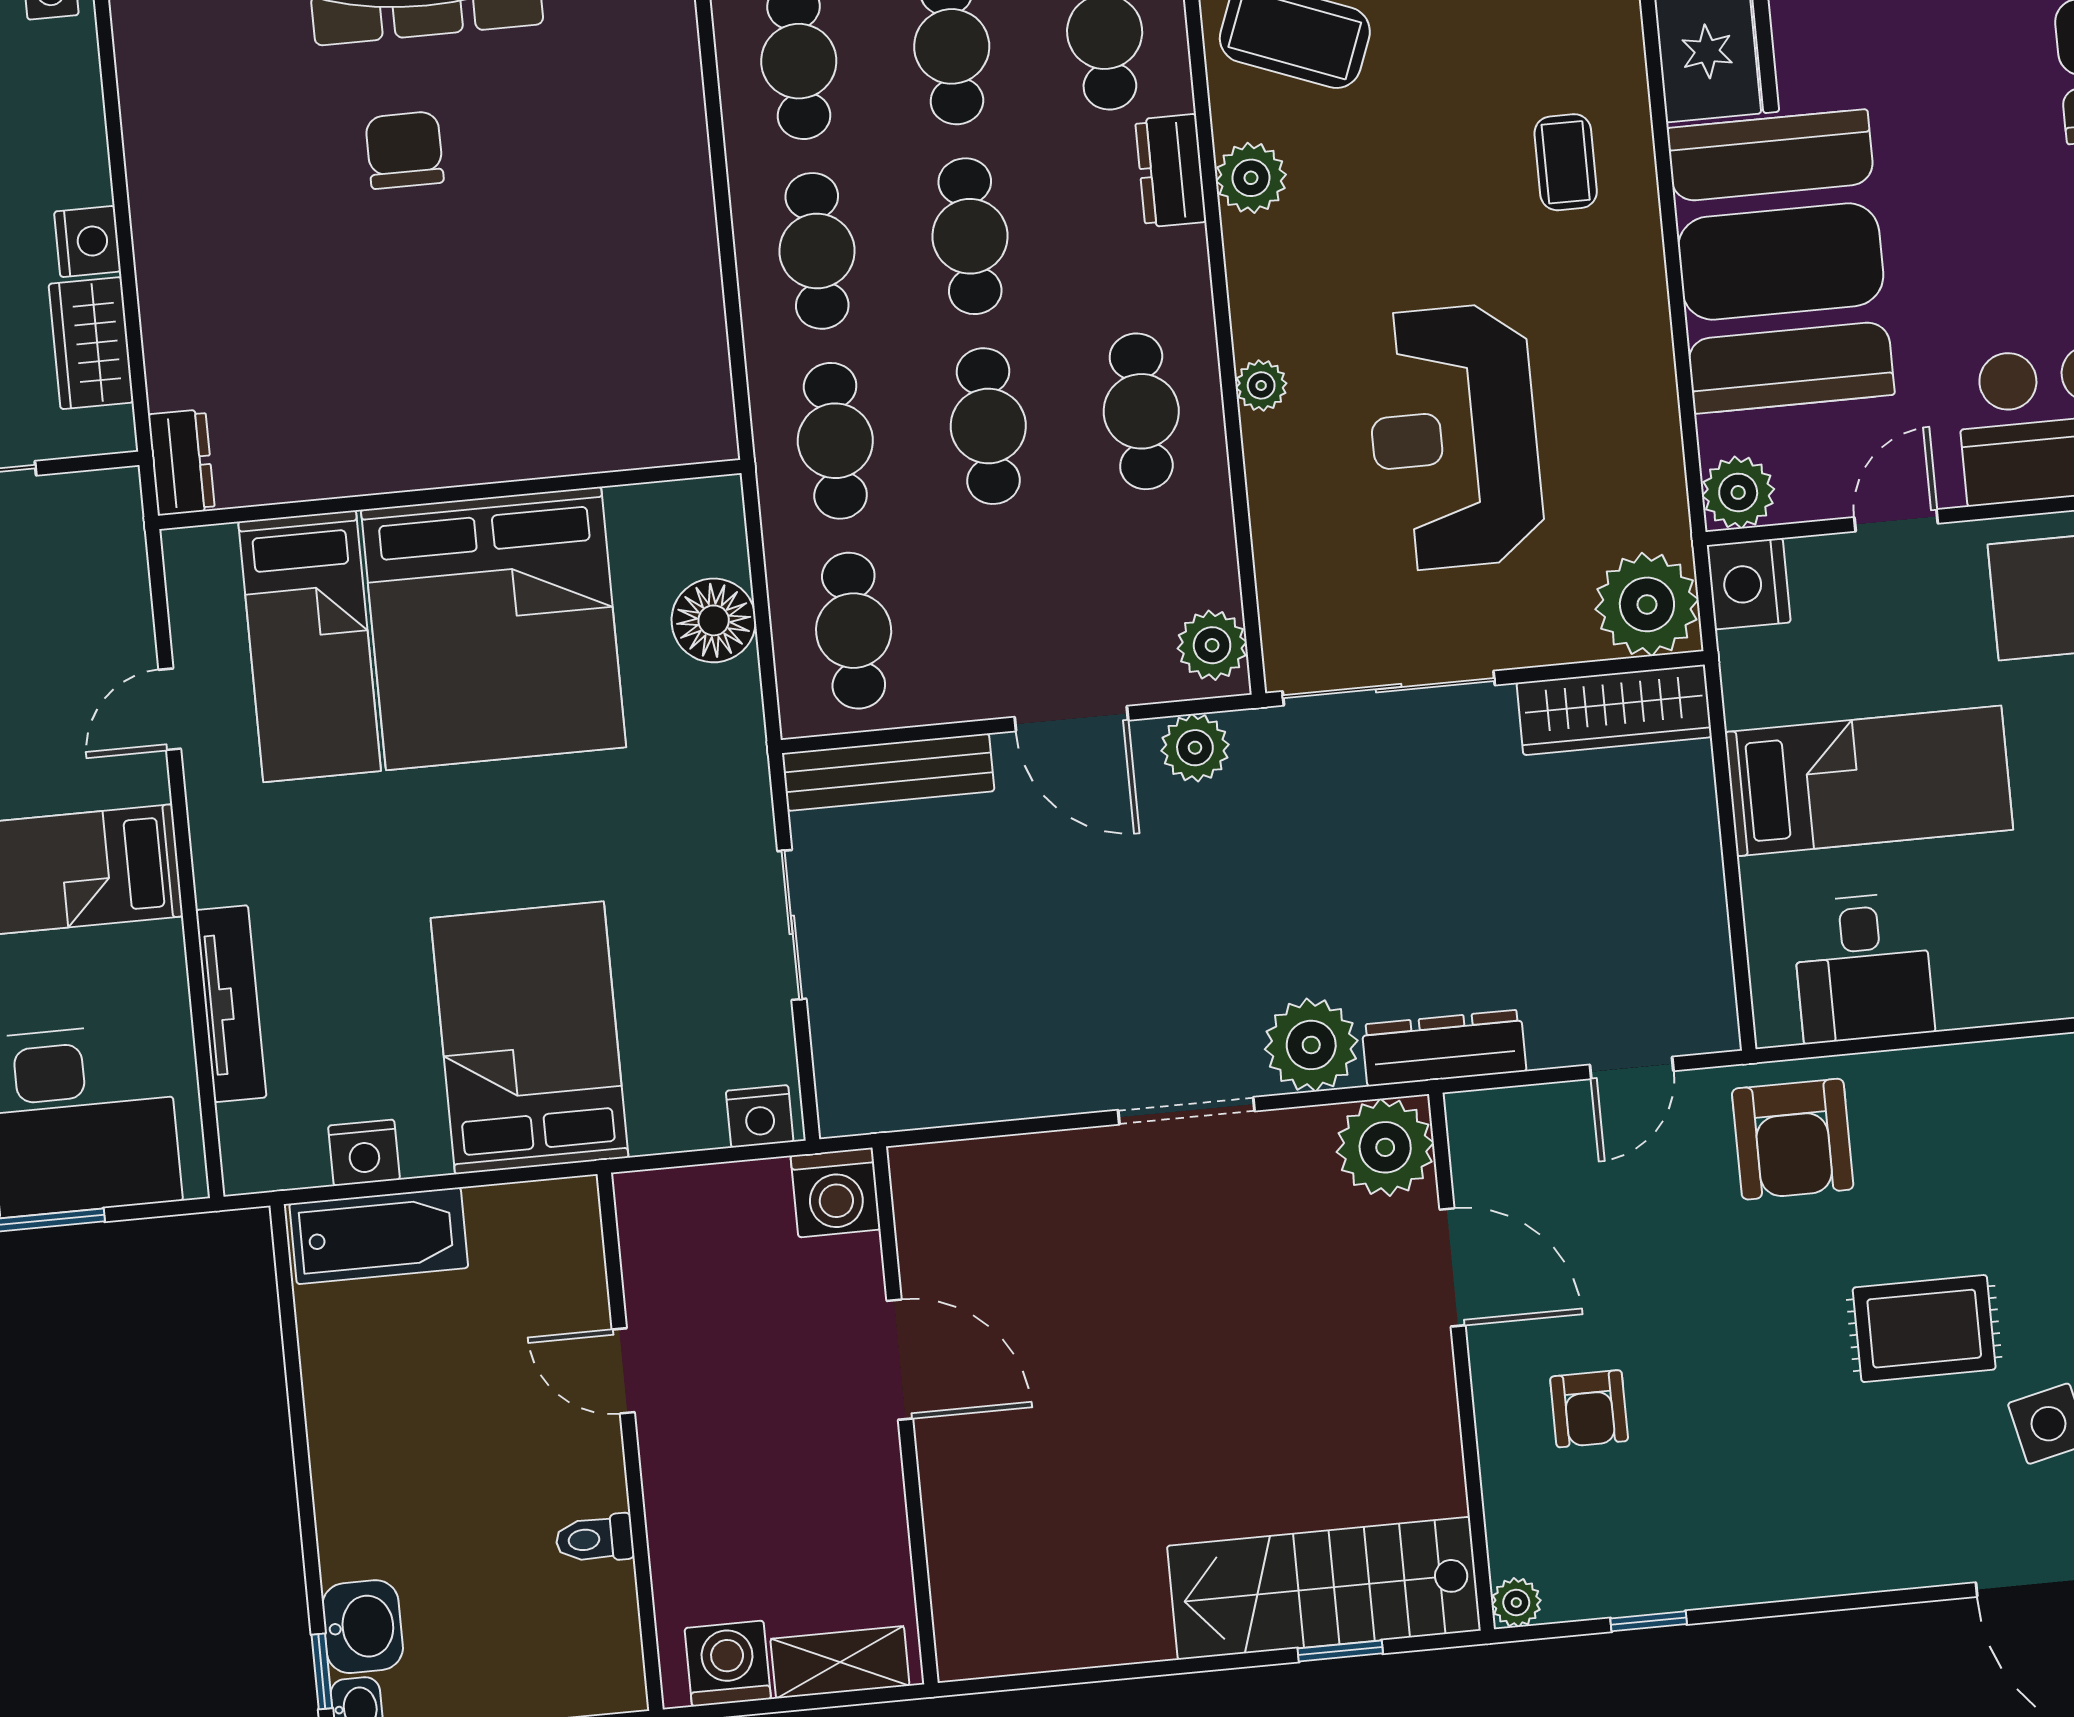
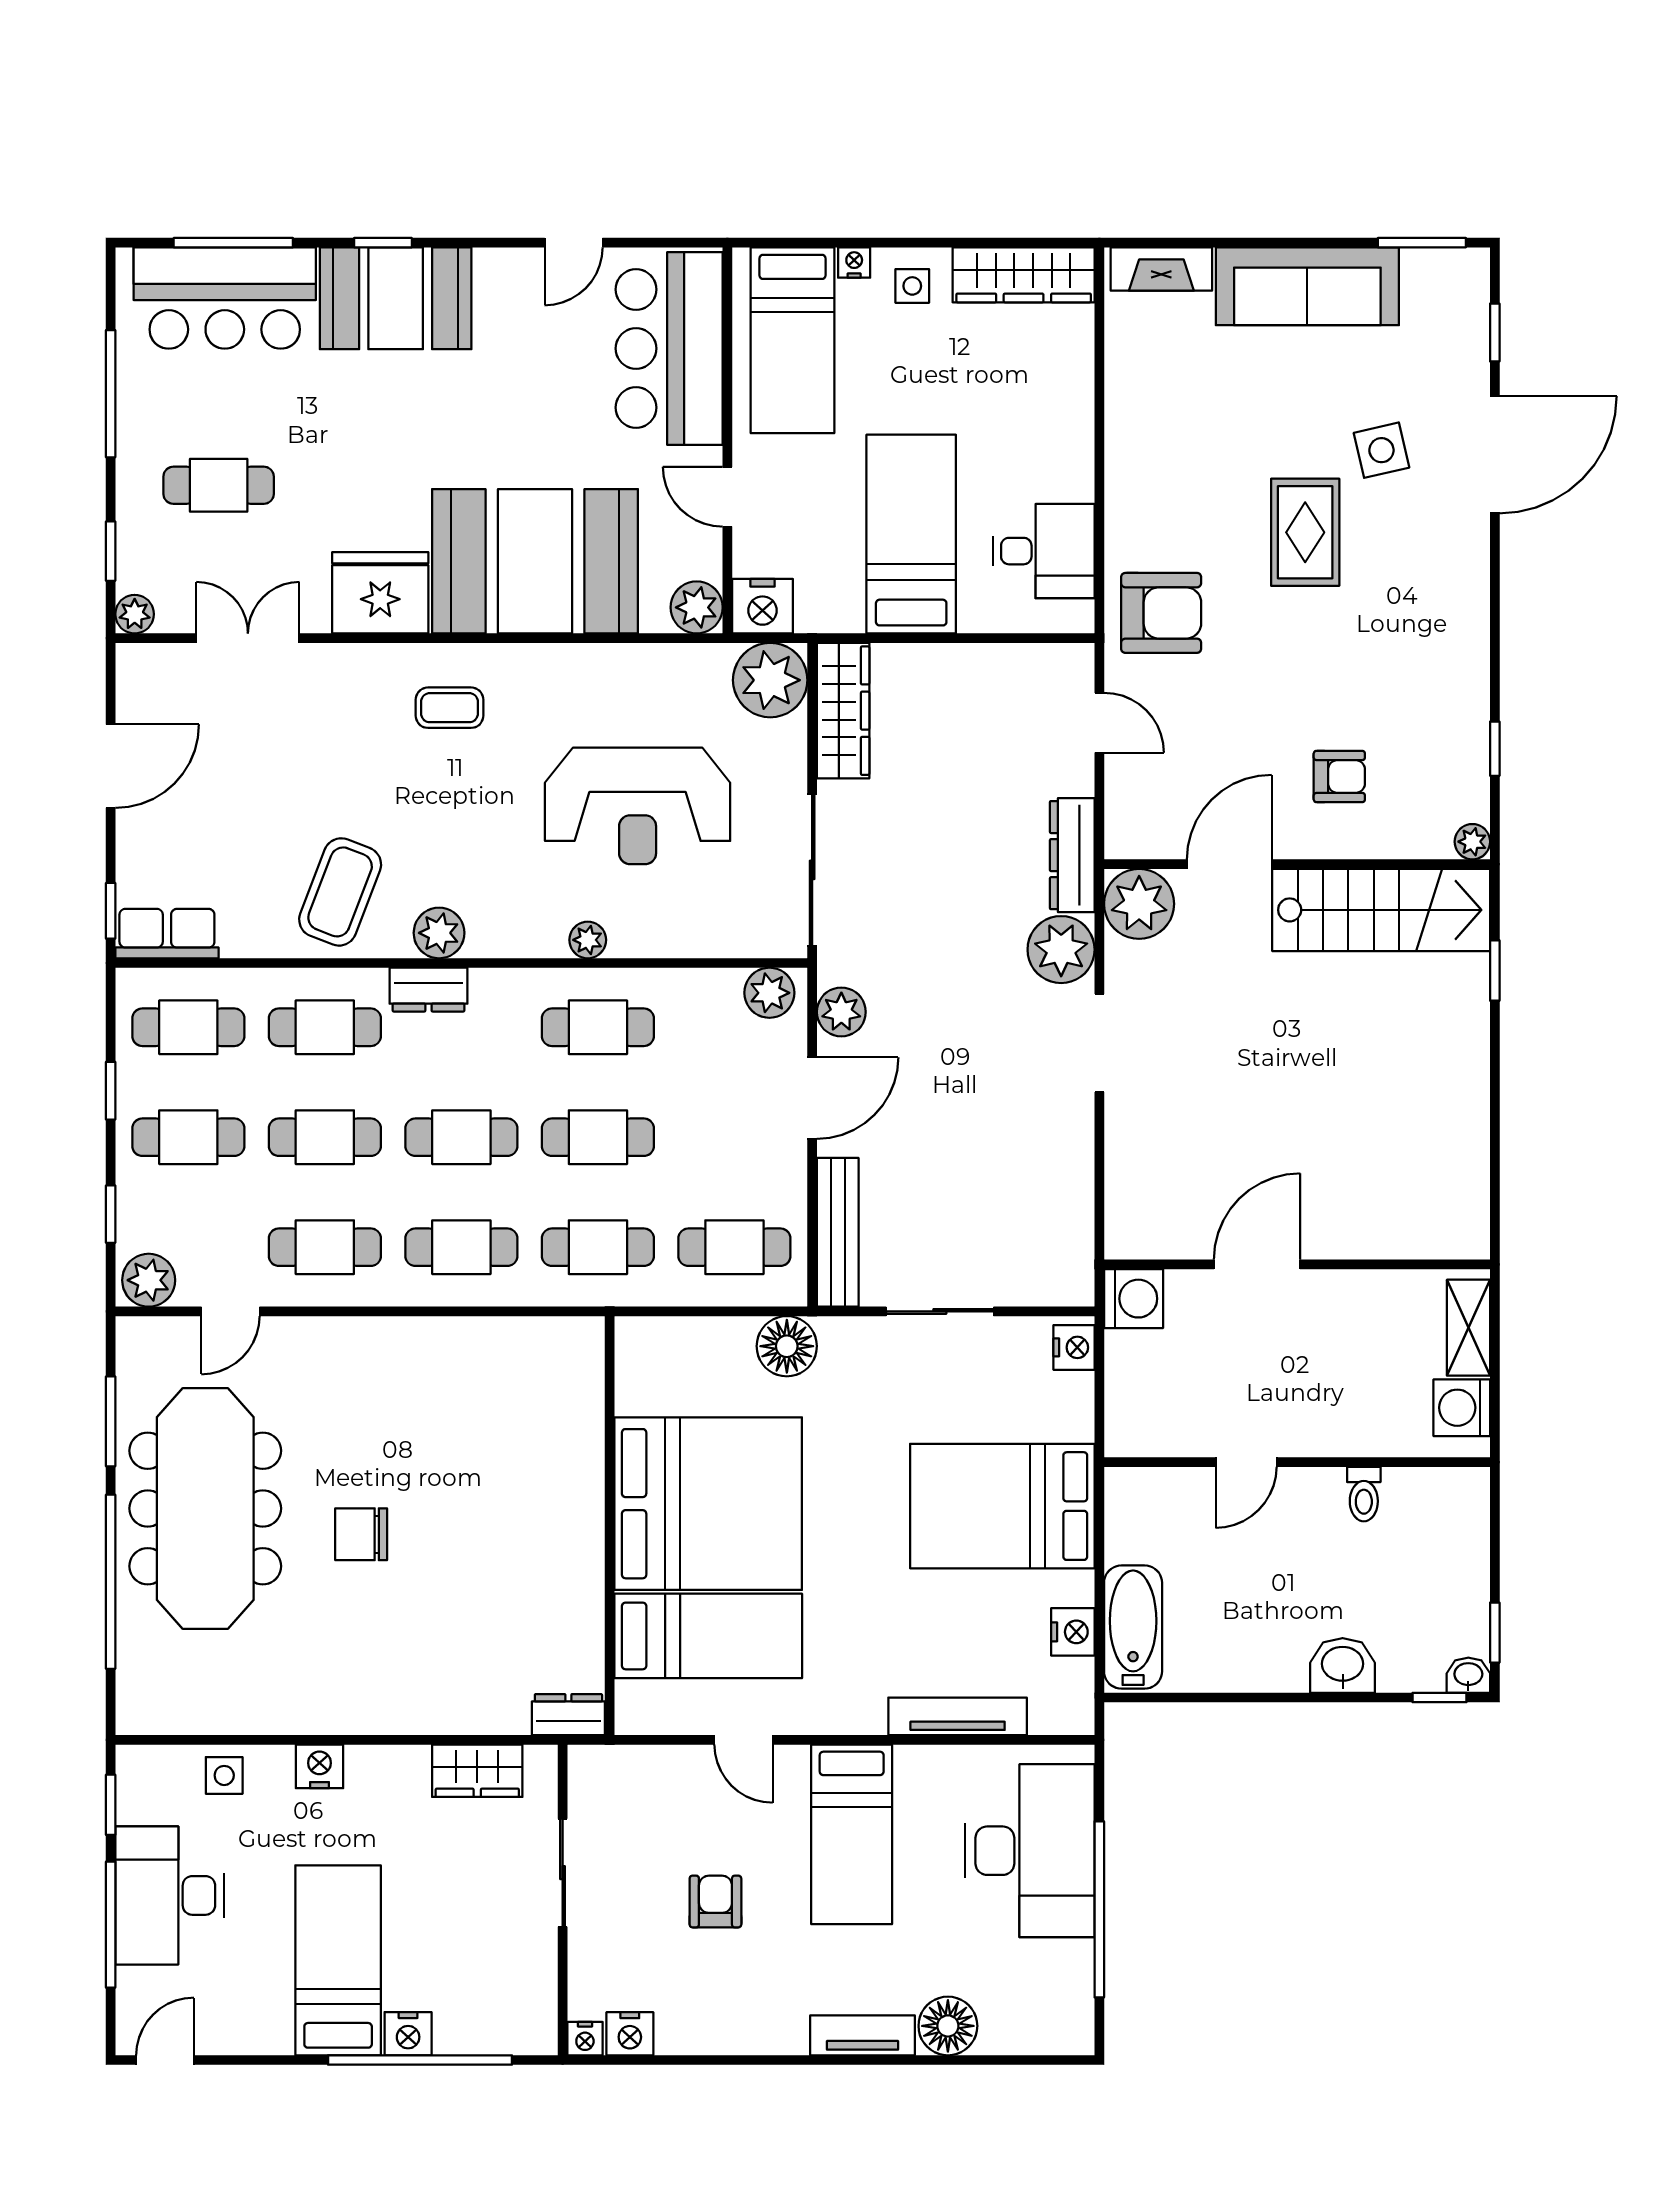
nightstand: (88, 241) -> (319, 1766), moved
floor lamp: (714, 620) -> (787, 1346), moved
stairs: (1324, 1588) -> (1381, 910), moved, turned -90
washbasin: (363, 1627) -> (1343, 1665), moved

